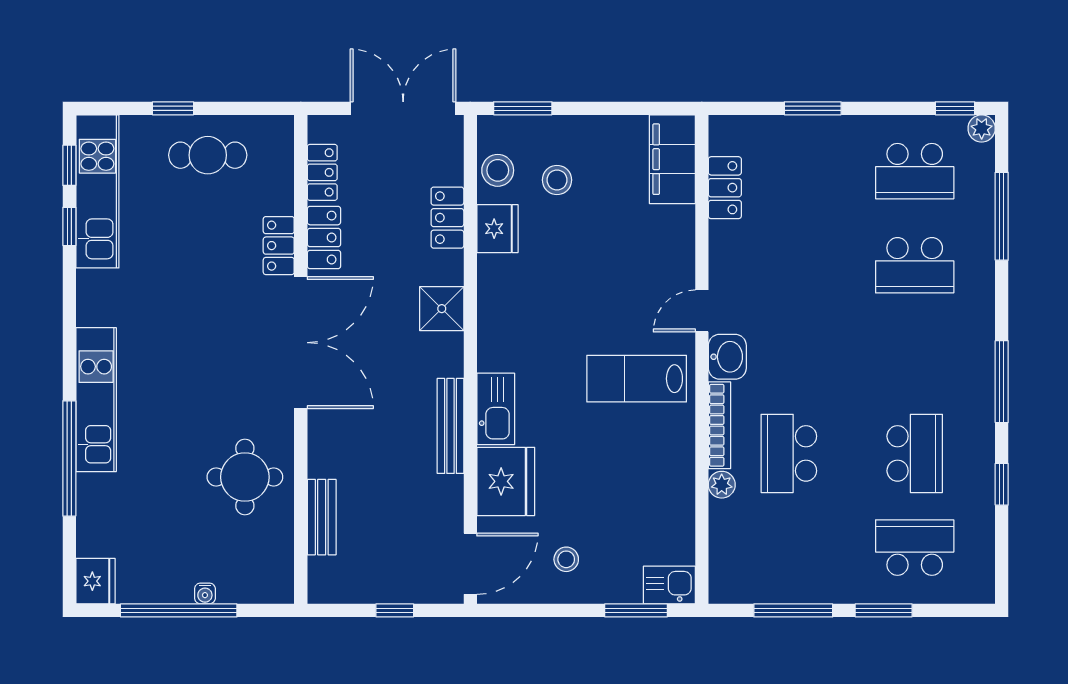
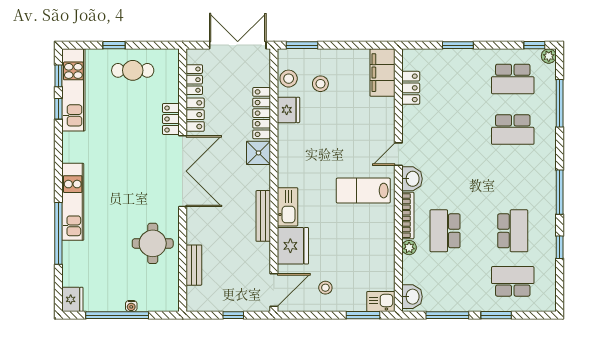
locker: (447, 218) -> (262, 113), width x1.53
washbasin: (727, 576) -> (412, 297), added

